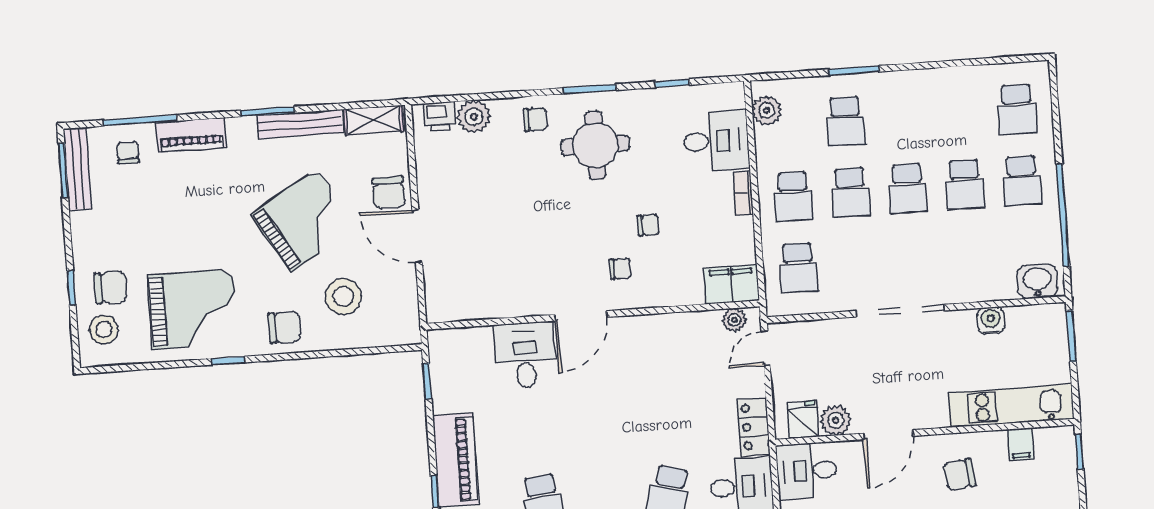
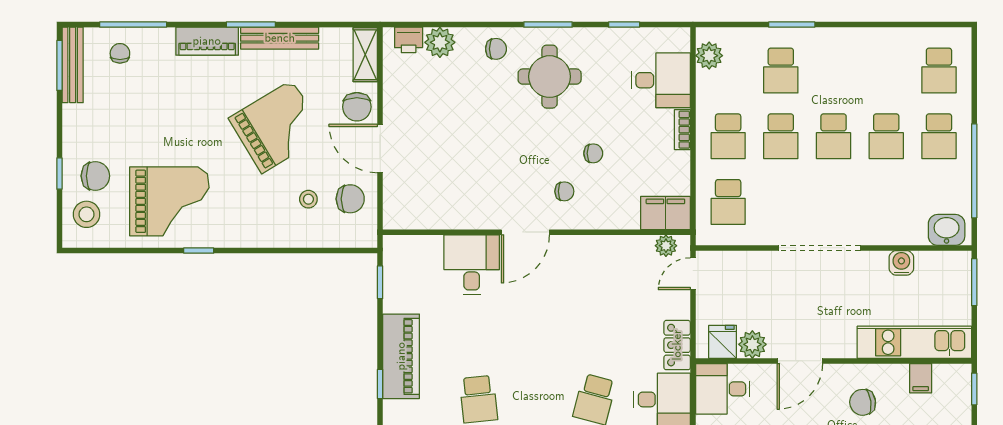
shelving: (374, 120) -> (365, 55), moved, turned 90
piano: (191, 135) -> (207, 41), moved
stool: (343, 296) -> (308, 199), width x0.53, depth x0.53
chair: (284, 327) -> (350, 199), moved

